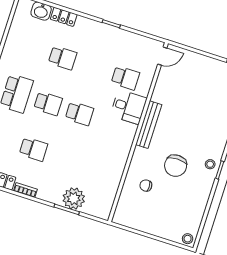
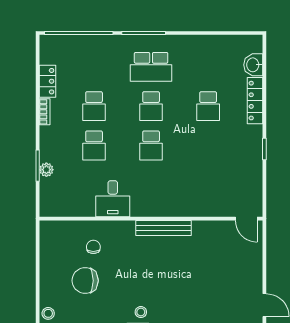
locker: (64, 17) -> (255, 101), width x1.53
school desk: (125, 78) -> (94, 145), moved
desk: (129, 107) -> (113, 199), moved
chair: (176, 166) -> (85, 281), moved
plant: (74, 199) -> (46, 170), width x0.53, depth x0.53

